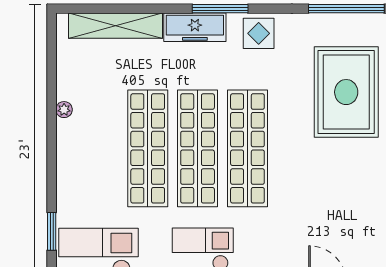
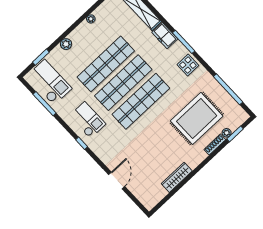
freezer: (195, 27) -> (165, 36), width x0.71
plant: (67, 178) -> (66, 44), added

